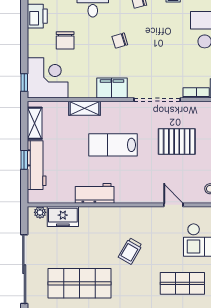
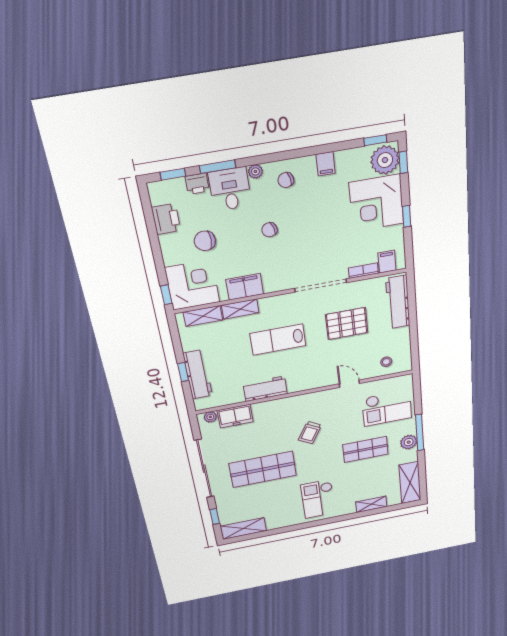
chair: (65, 40) -> (205, 241), turned 90
filing cabinet: (112, 88) -> (245, 287), moved
shelving: (35, 123) -> (203, 316), moved, turned 90

